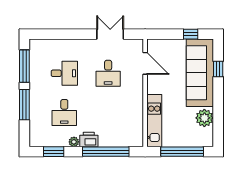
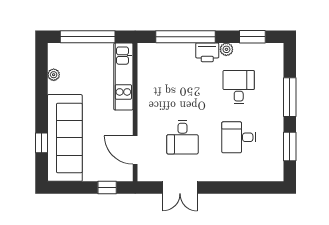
window: (191, 34) -> (107, 188), moved
window: (24, 66) -> (290, 146), width x0.69
desk: (108, 73) -> (183, 137), turned 180
plant: (204, 118) -> (54, 75), width x0.53, depth x0.53

